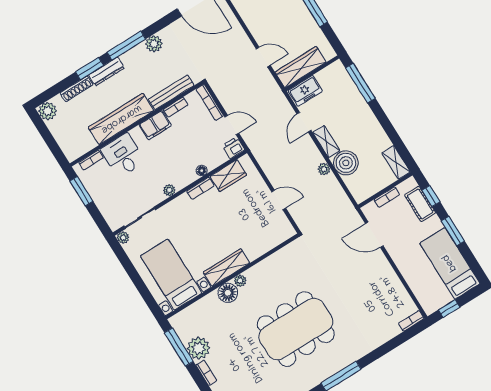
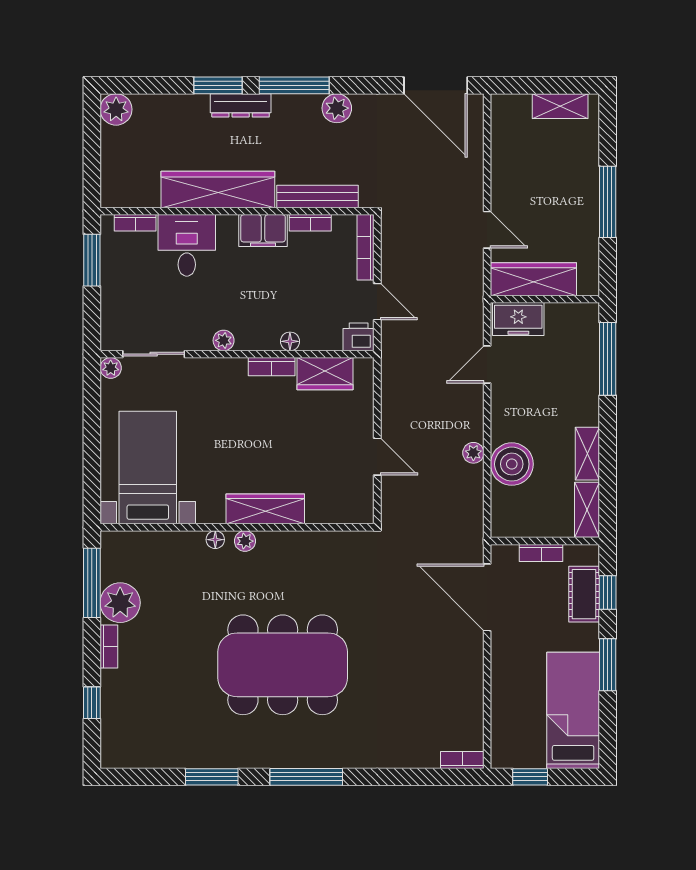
shoe rack: (76, 89) -> (180, 103), removed
shelving: (326, 142) -> (587, 454), moved
door: (374, 235) -> (487, 597), width x1.36
wardrobe: (227, 268) -> (265, 509), moved
floor lamp: (228, 293) -> (215, 540), width x0.53, depth x0.53

